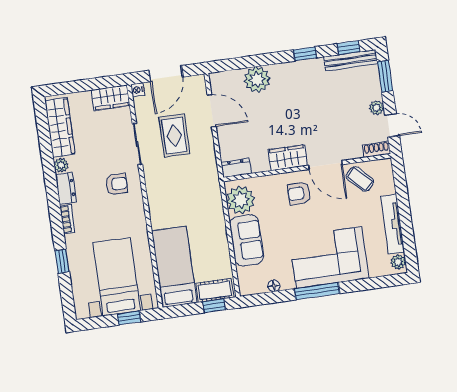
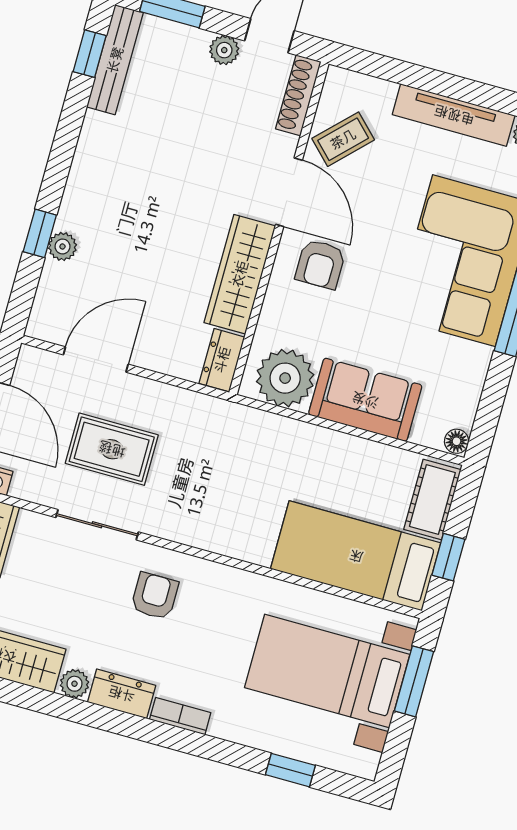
window: (305, 54) -> (40, 233), moved
plant: (257, 80) -> (62, 246), width x0.53, depth x0.53
shoe rack: (377, 149) -> (298, 95), width x1.43
wardrobe: (288, 158) -> (240, 274), width x1.50
door: (325, 165) -> (289, 192), hinge flipped
window: (62, 261) -> (290, 770), moved
floor lamp: (274, 286) -> (457, 441), moved
window: (214, 306) -> (448, 557), moved
window: (129, 318) -> (414, 681), width x1.50

